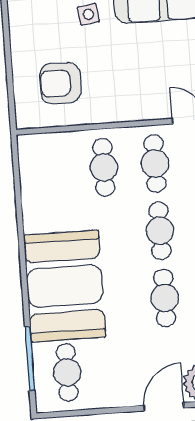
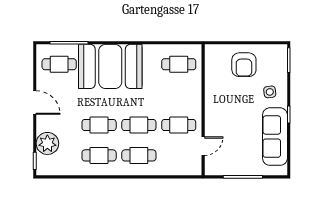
armchair: (60, 83) -> (244, 65), moved, turned 180
cafe table: (104, 167) -> (179, 64), moved
door: (164, 407) -> (35, 103), moved

